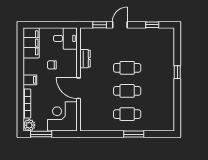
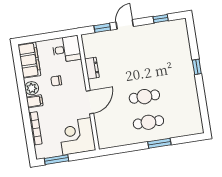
cafe table: (127, 68) -> (140, 71), removed
door: (78, 88) -> (90, 102), swing flipped
plant: (29, 125) -> (32, 88), moved

